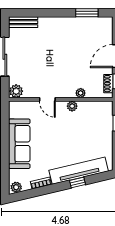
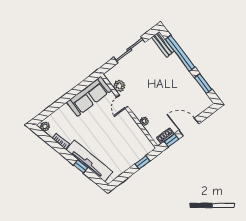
window: (43, 13) -> (180, 53), added
plant: (16, 91) -> (119, 86), moved
plant: (72, 106) -> (131, 122), removed
sofa: (19, 144) -> (89, 96), moved

